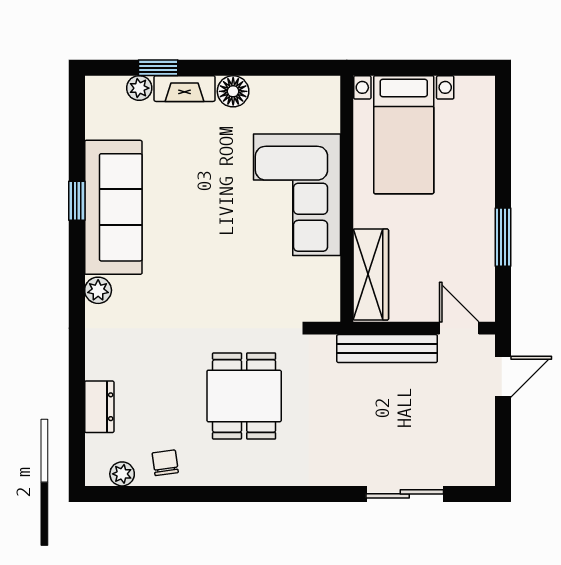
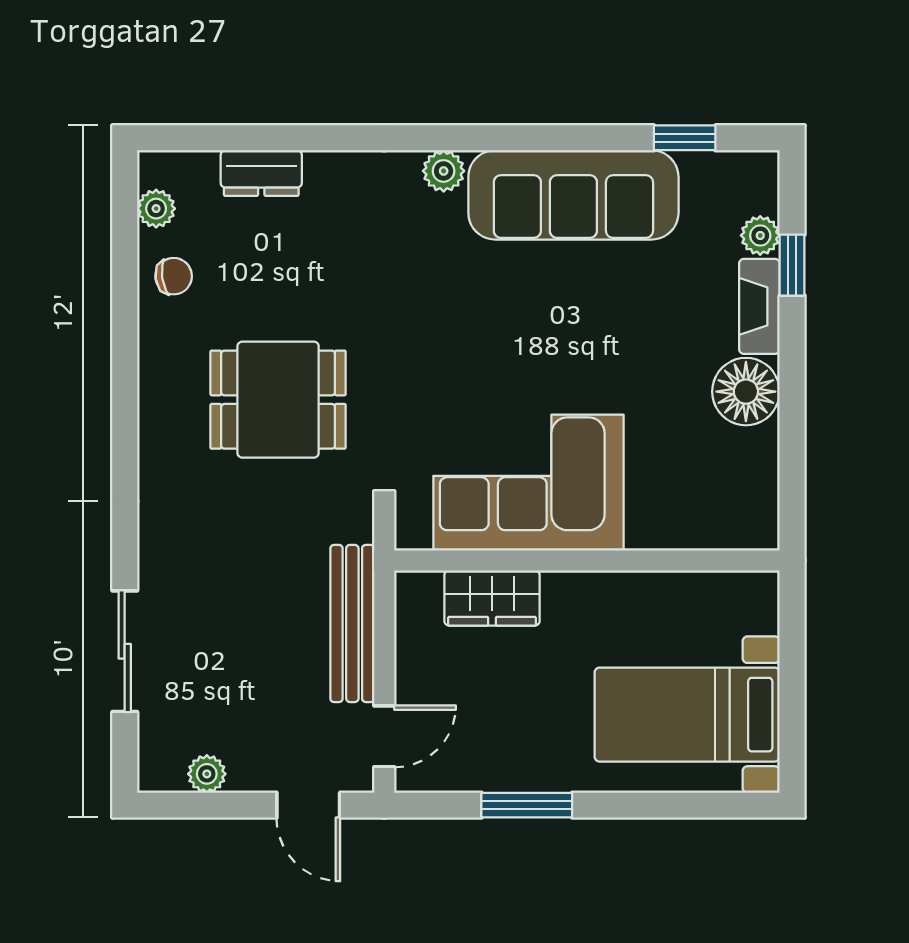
floor lamp: (233, 91) -> (746, 392), width x1.38, depth x1.38
bed with nightstands: (404, 135) -> (687, 715), moved
corner sofa: (297, 195) -> (528, 483), moved
window: (77, 201) -> (685, 138), moved
wardrobe: (371, 275) -> (492, 598), width x0.67
plant: (483, 442) -> (207, 774), added

